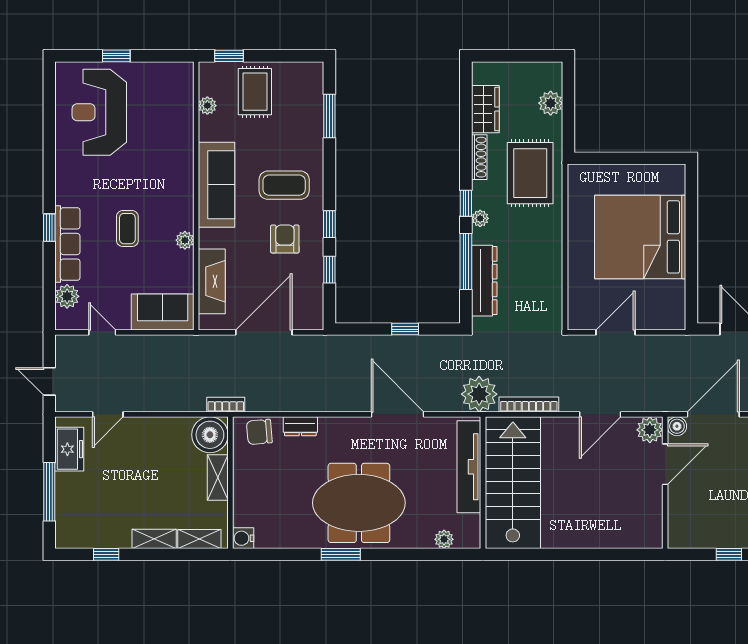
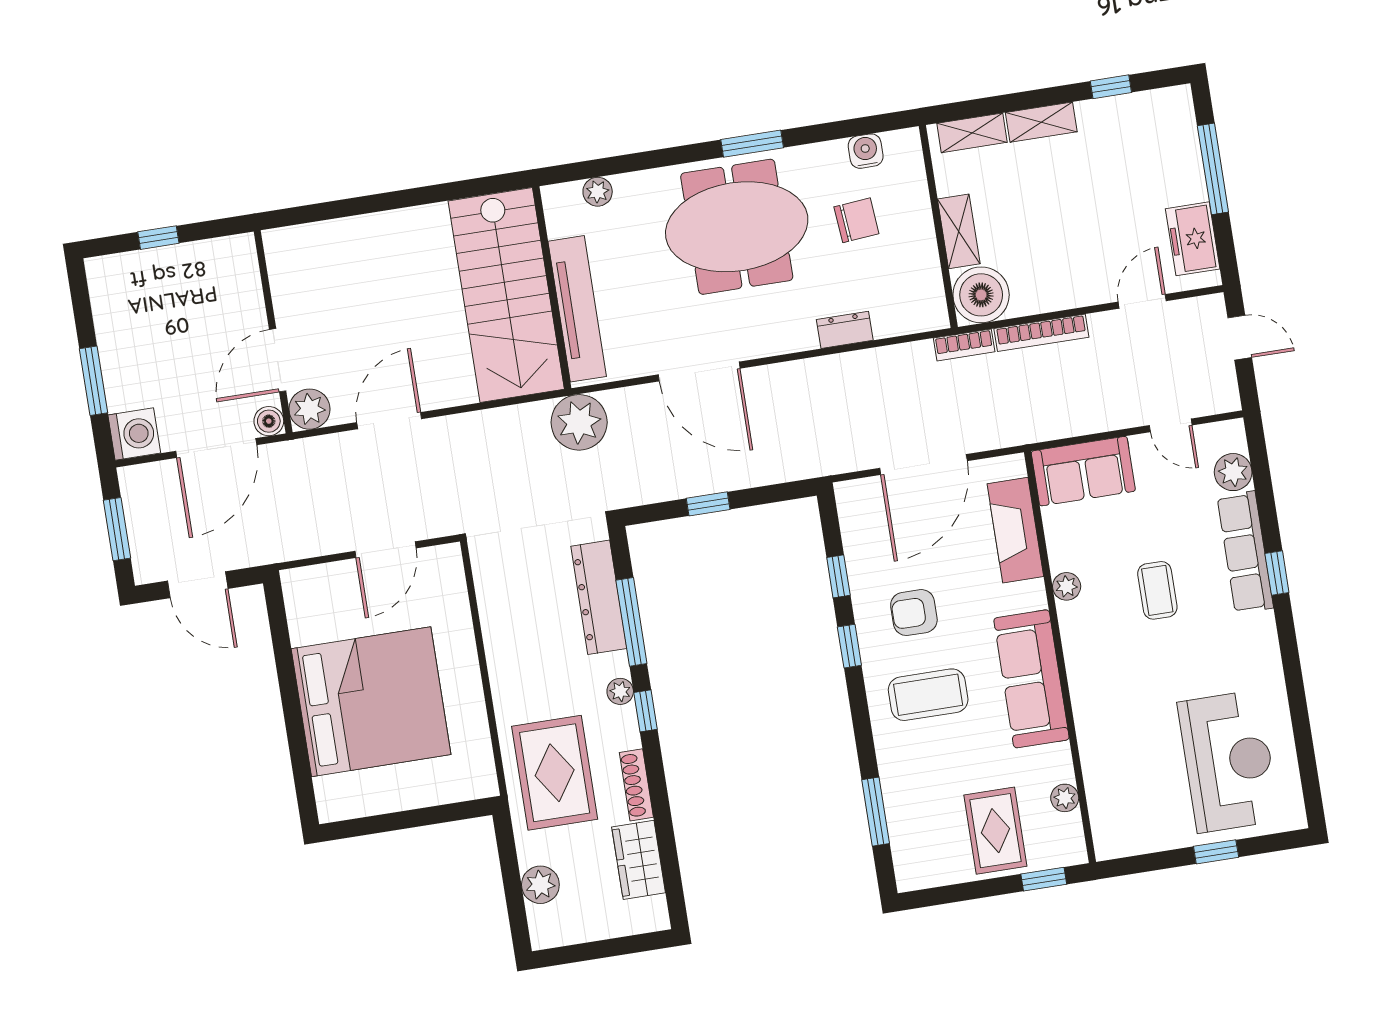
armchair: (285, 239) -> (914, 613), turned 90
bookcase: (529, 405) -> (1041, 333), moved
chair: (259, 432) -> (856, 220), moved
water cooler: (243, 538) -> (866, 151), moved, turned -90

